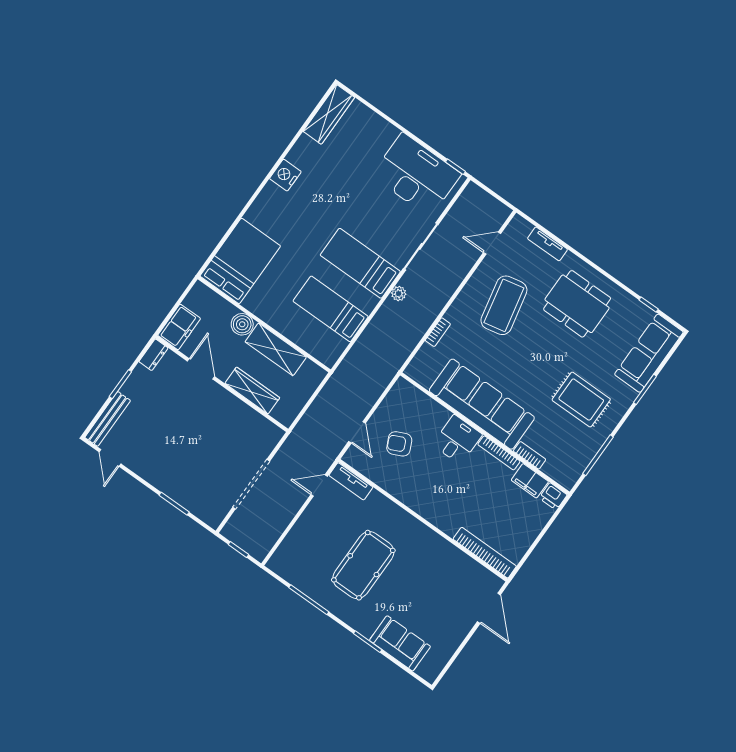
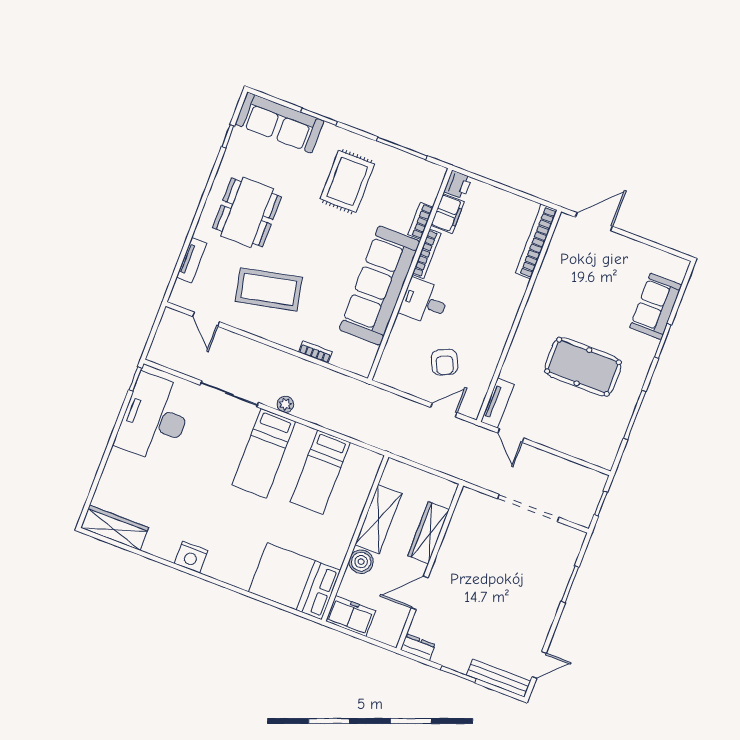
freezer: (179, 327) -> (351, 616), moved

